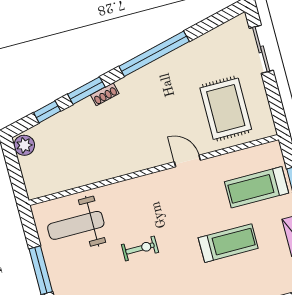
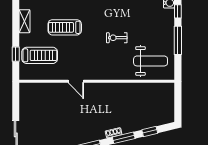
rug: (226, 109) -> (45, 106), removed
plant: (24, 145) -> (168, 115), removed

